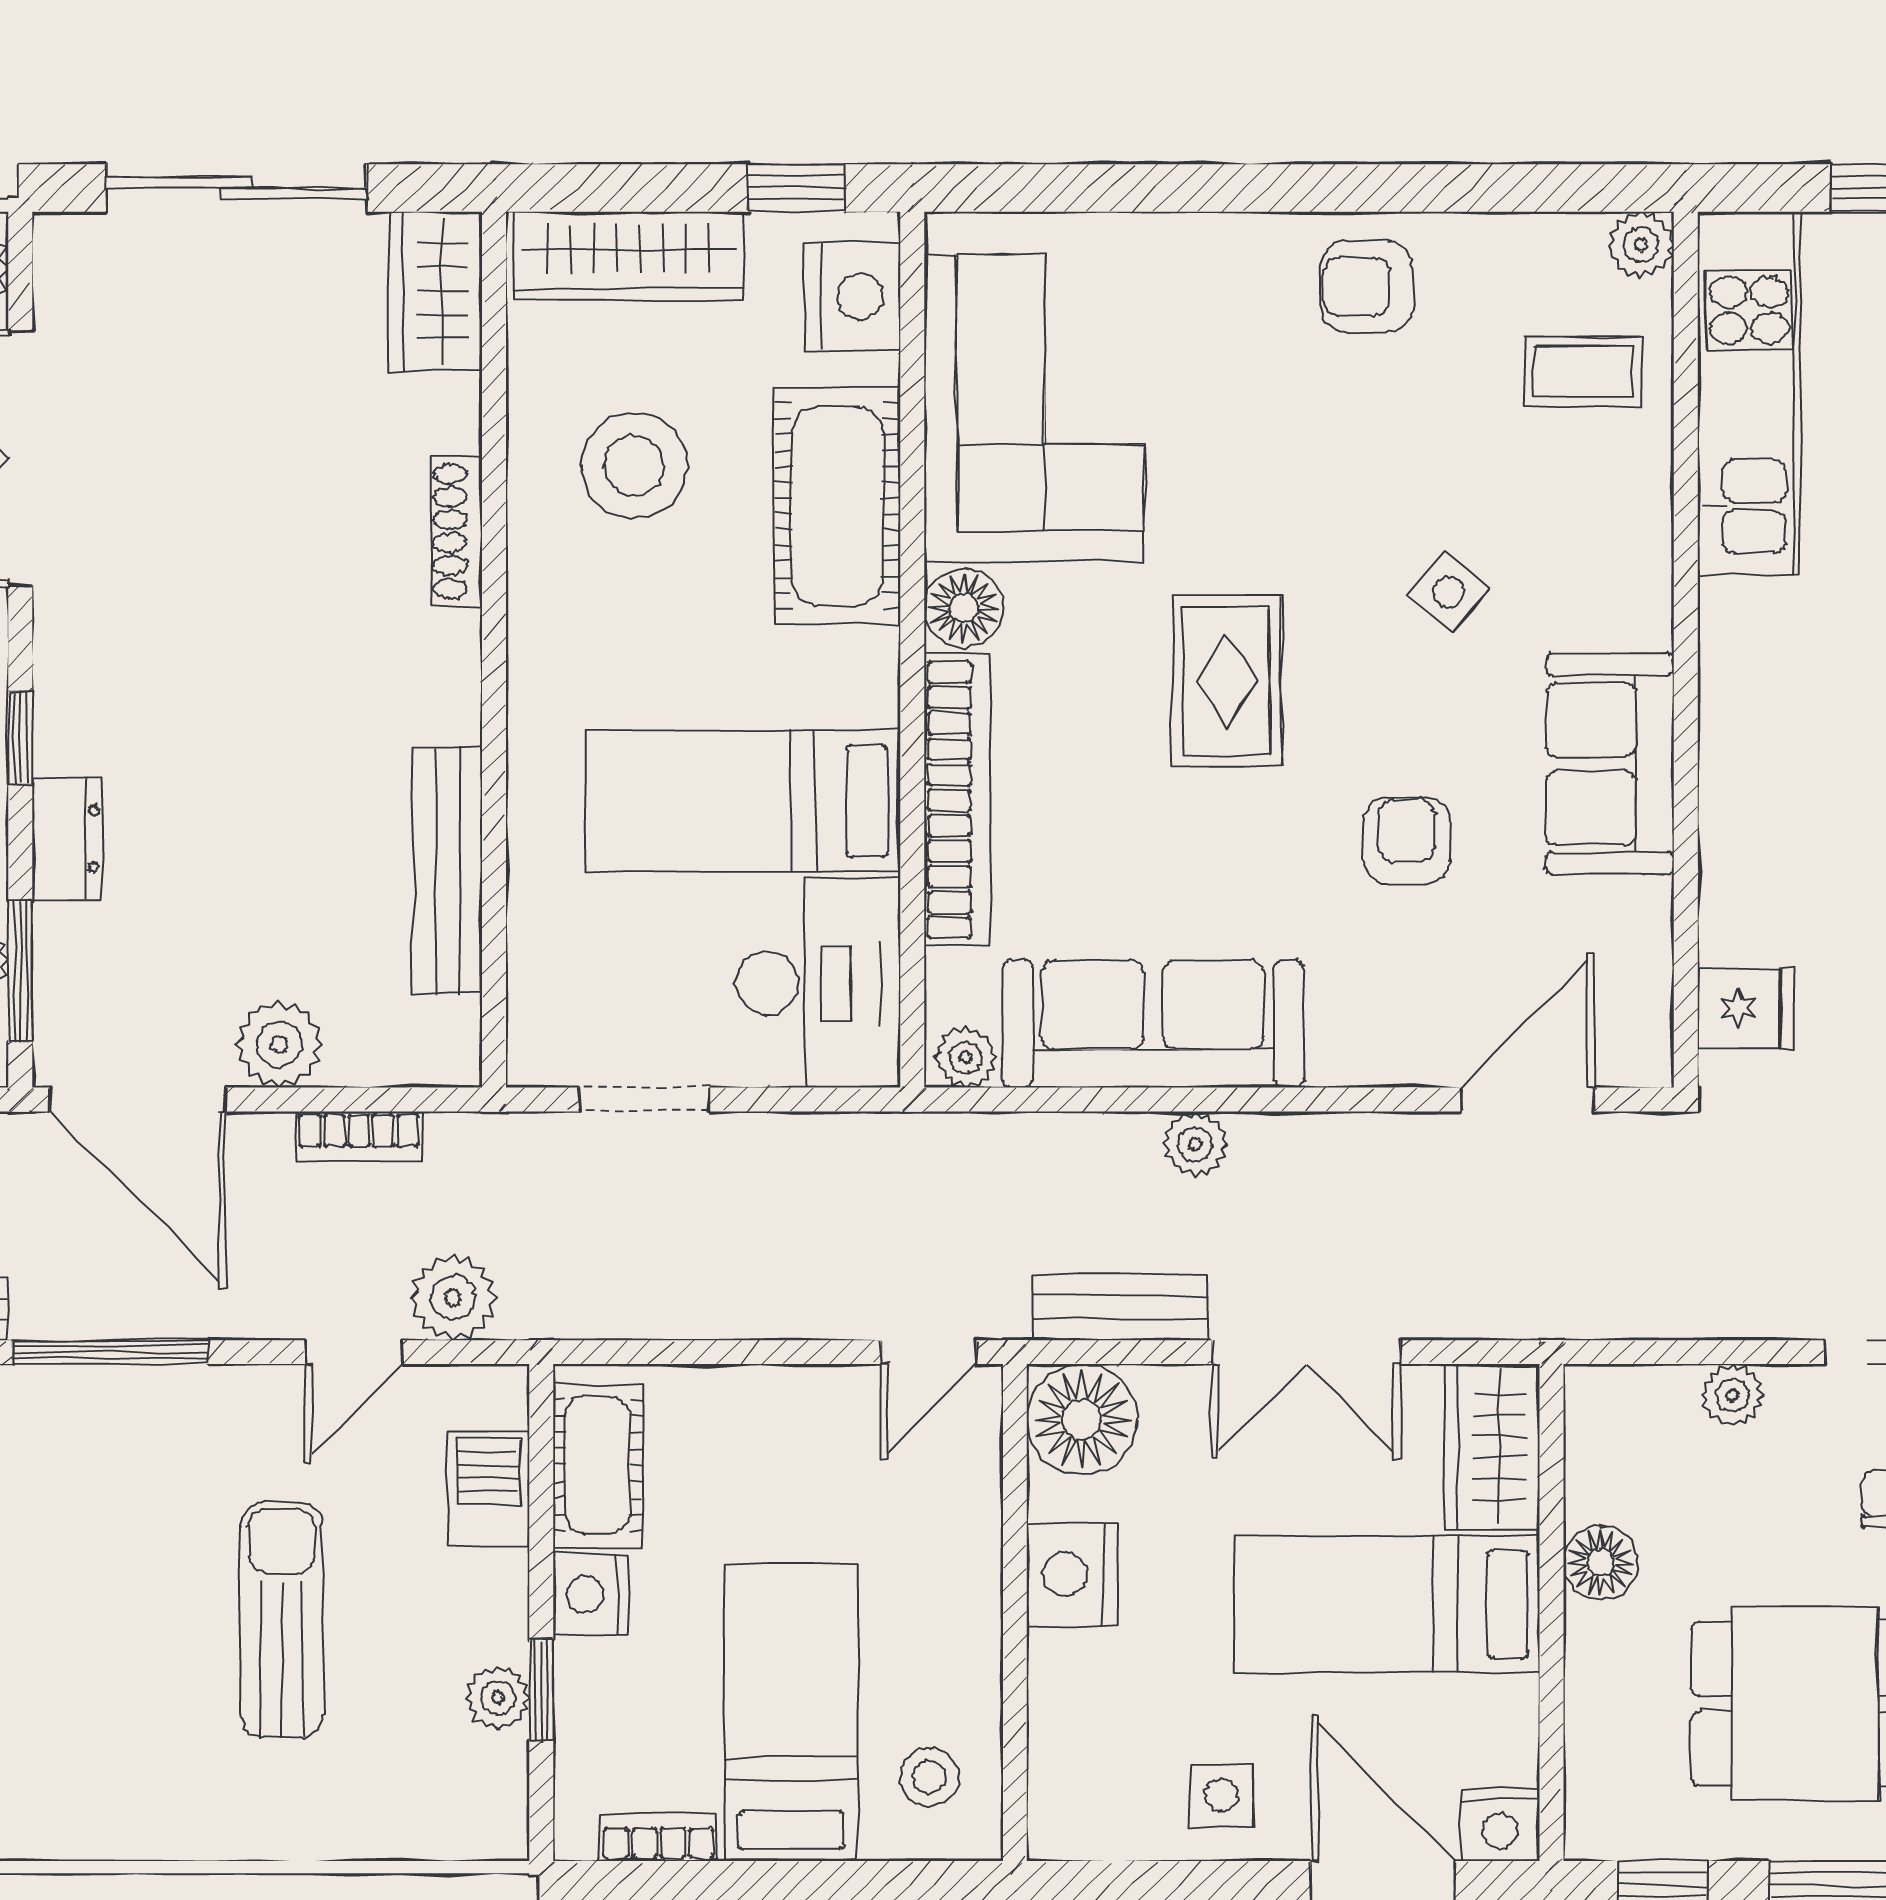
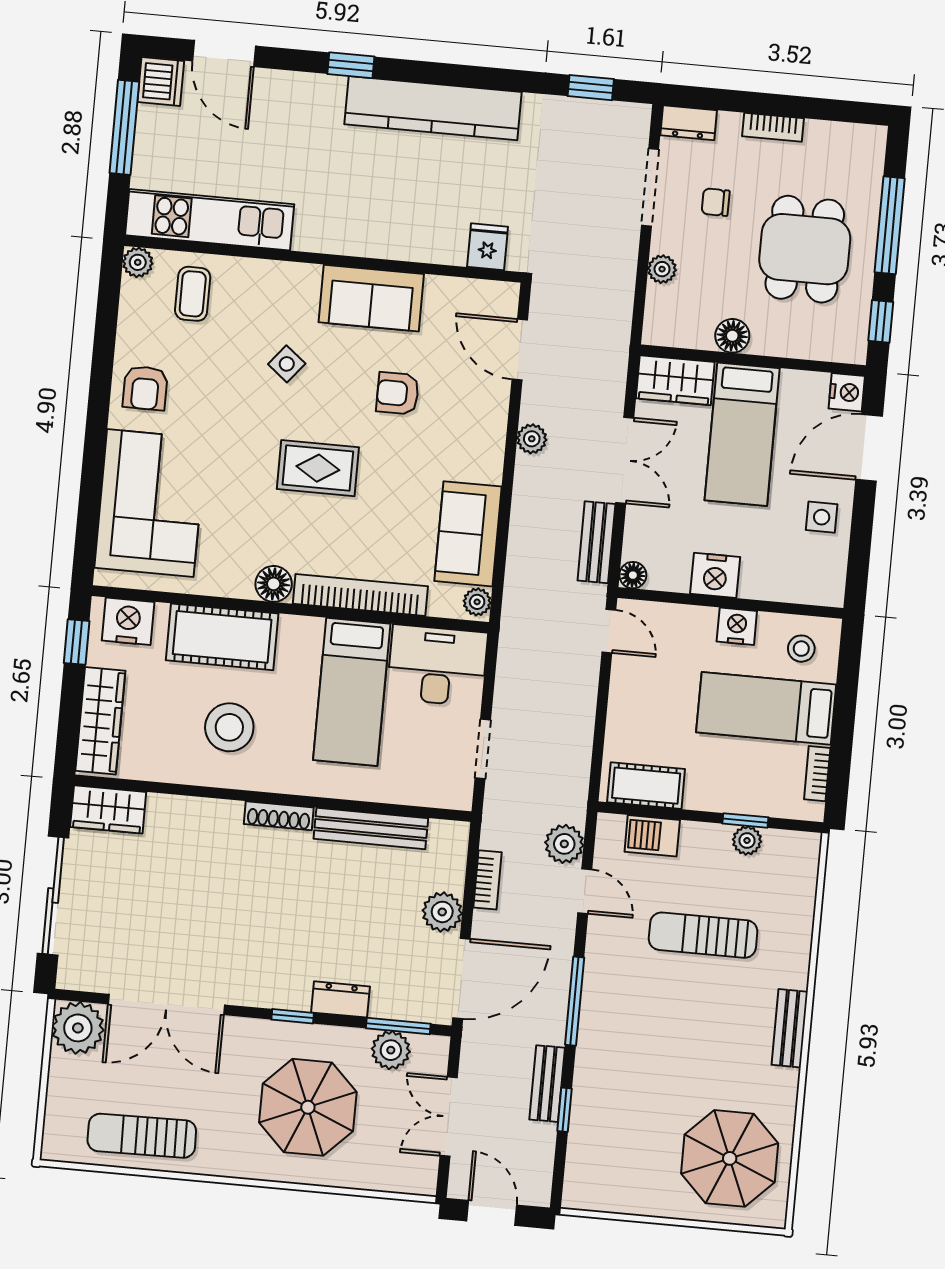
corner sofa: (1034, 408) -> (150, 503), moved, turned 90
stool: (634, 466) -> (229, 727), moved
shoe rack: (457, 531) -> (279, 816), moved
sofa: (1153, 1024) -> (468, 534), width x0.73
plant: (1195, 1144) -> (532, 439), moved
floor lamp: (1082, 1419) -> (633, 575), width x0.53, depth x0.53
nightstand: (591, 1594) -> (737, 626), moved, turned 180
bench: (95, 1829) -> (790, 1028), added

